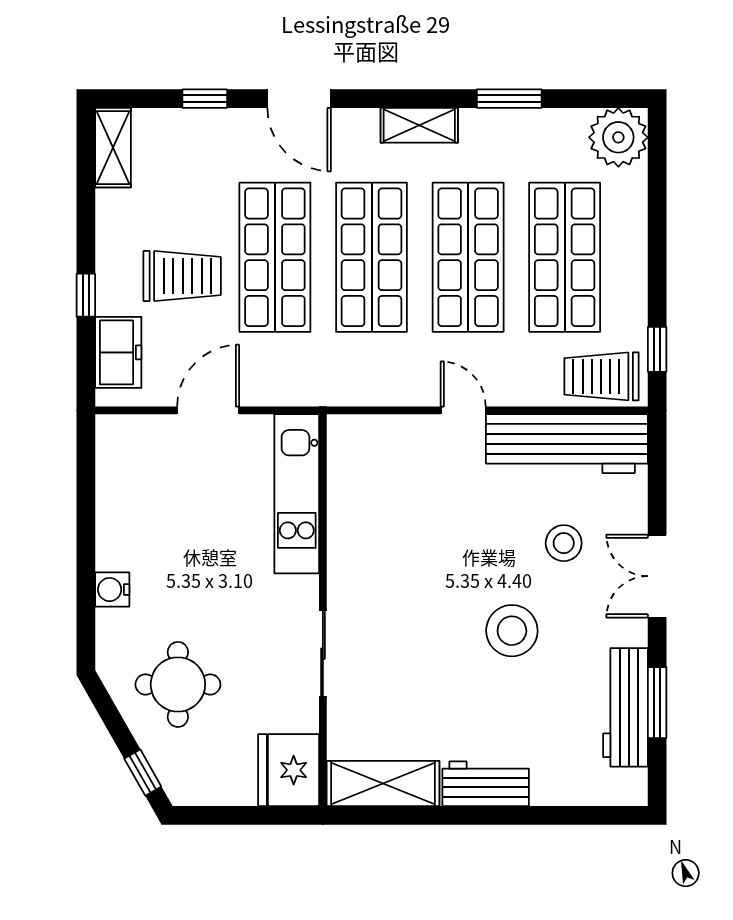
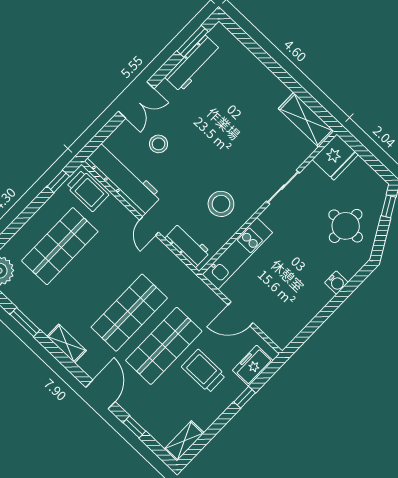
shop shelf: (468, 257) -> (94, 279), removed
stool: (512, 631) -> (221, 204), moved
window: (657, 703) -> (193, 41), moved
workbench: (486, 784) -> (188, 245), moved, turned 180

